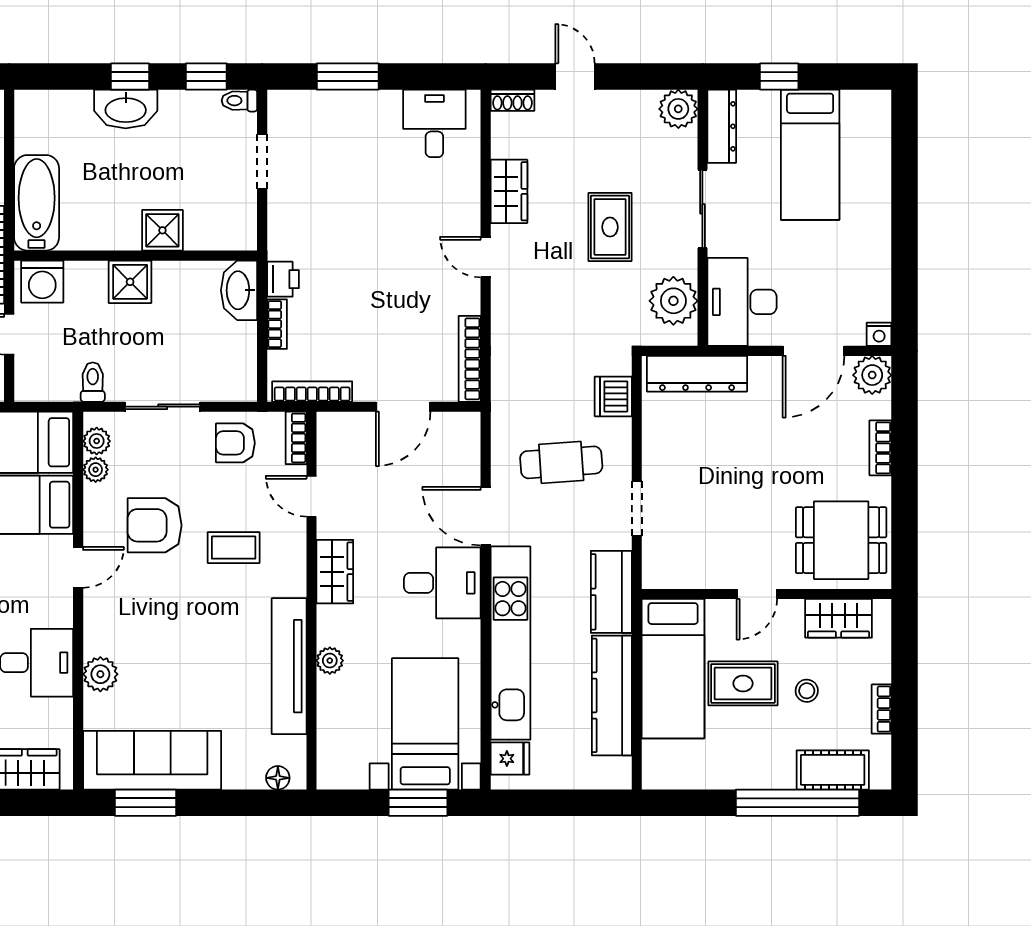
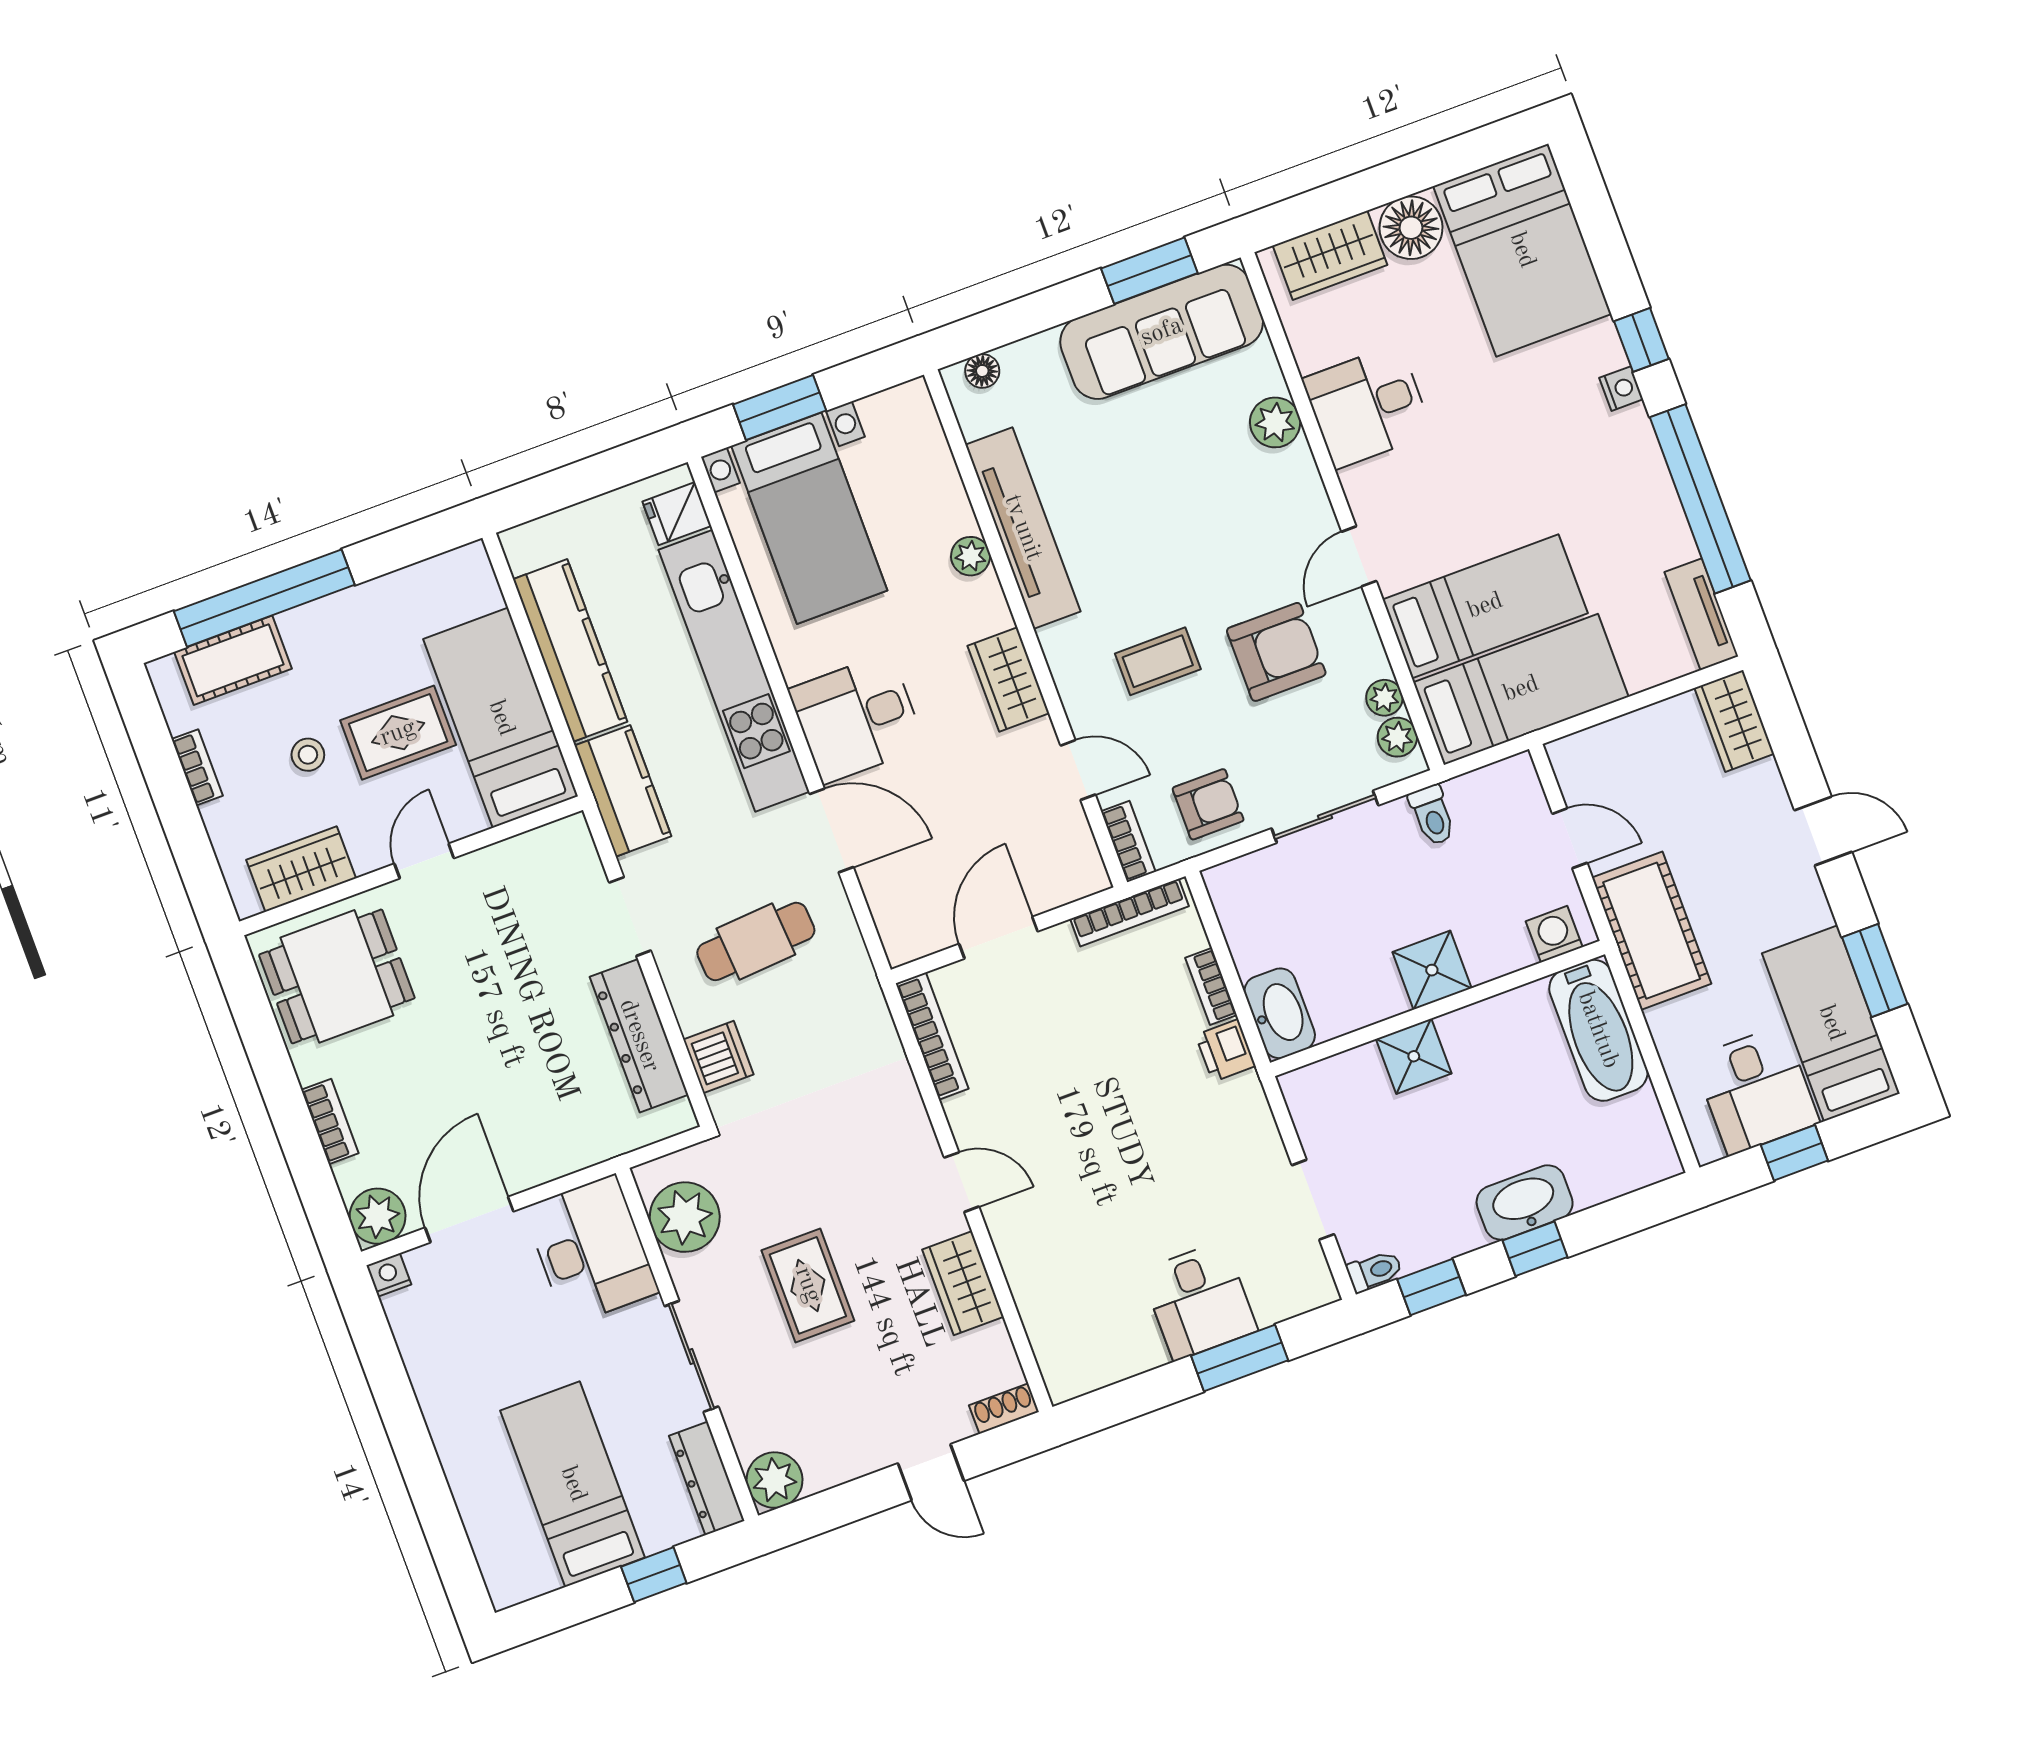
desk: (434, 123) -> (1199, 1301), moved
washing machine: (42, 282) -> (1554, 934), width x0.73, depth x0.73
dresser: (697, 374) -> (639, 1036), moved, turned -90

